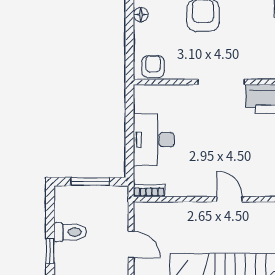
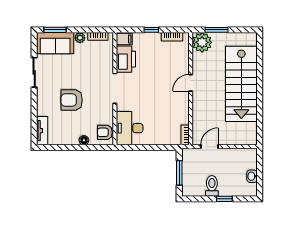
floor lamp: (141, 15) -> (84, 140), moved
desk: (154, 140) -> (130, 128), moved, turned 90
door: (131, 244) -> (209, 147), moved

